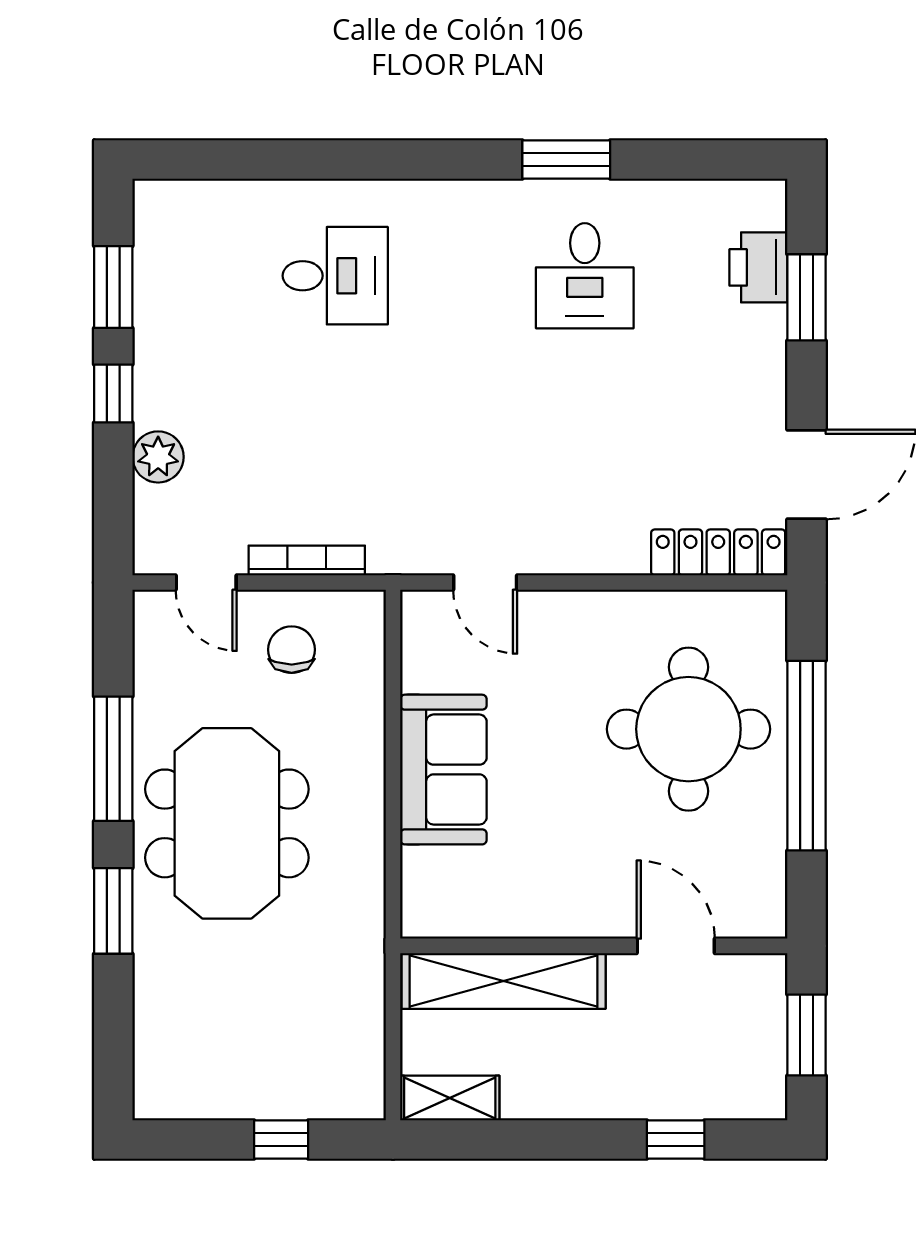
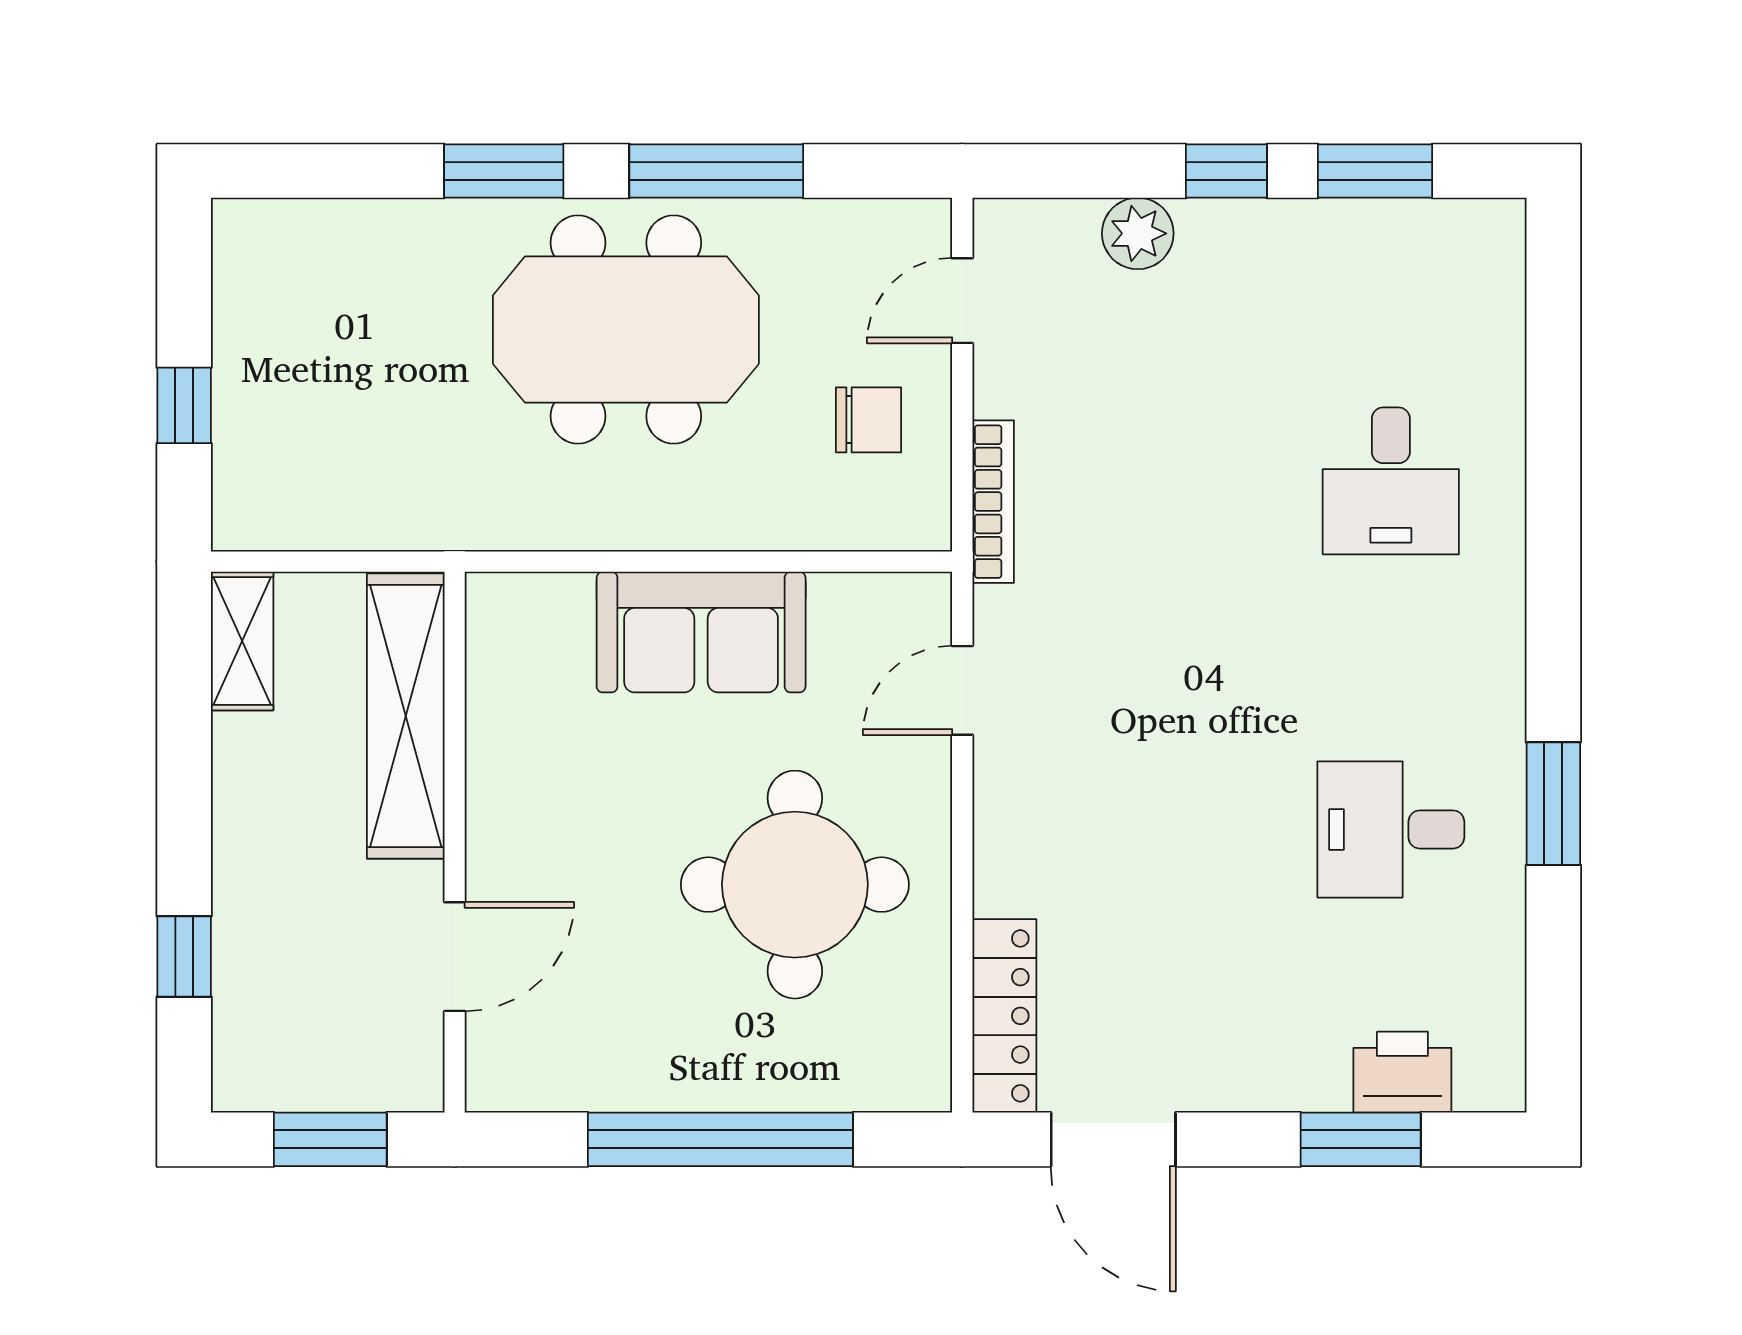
bookcase: (307, 560) -> (993, 502), moved
round table: (688, 729) -> (795, 885), moved

